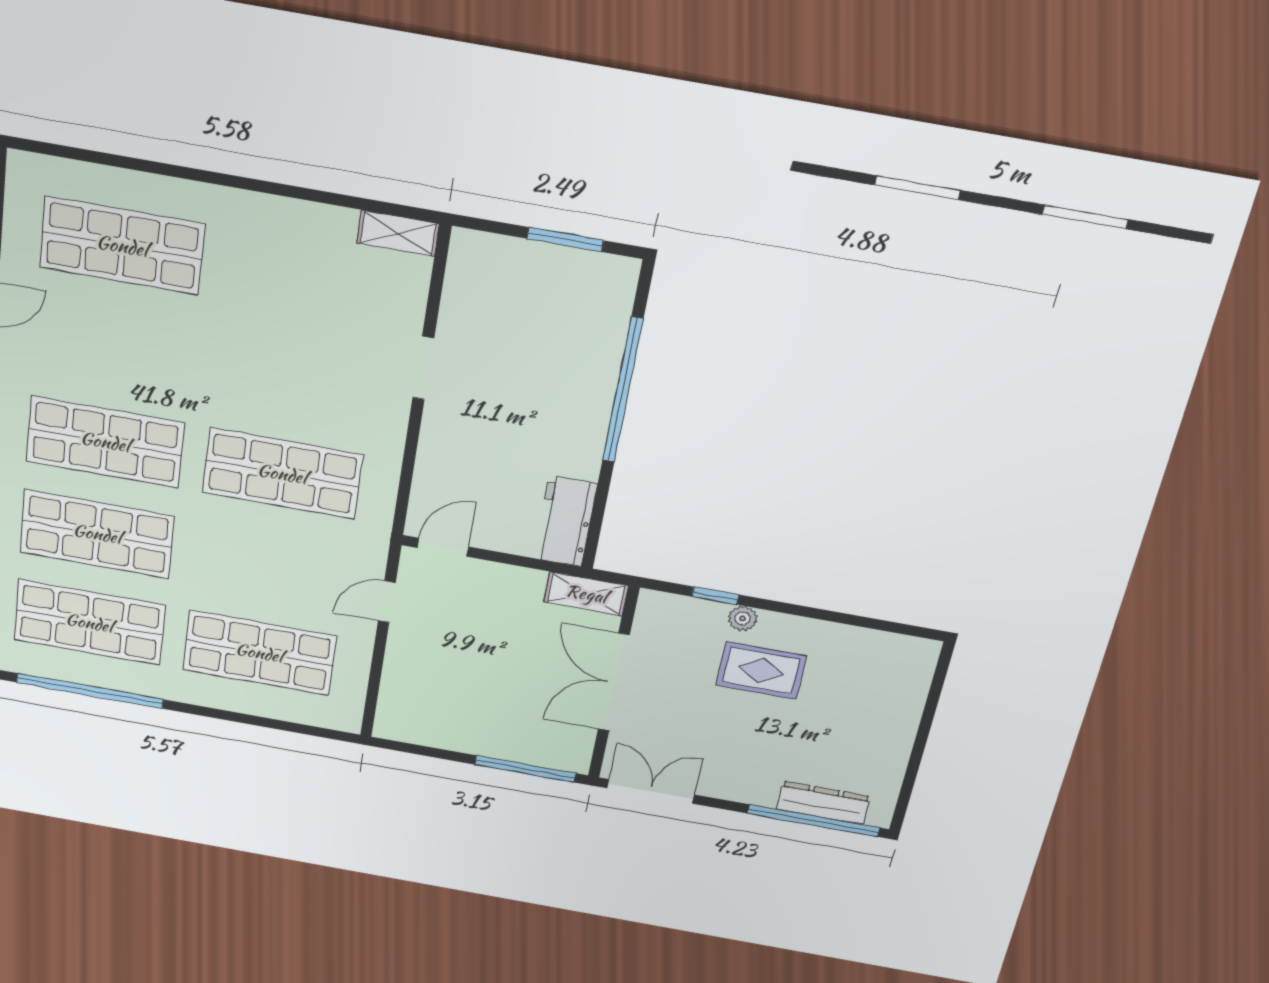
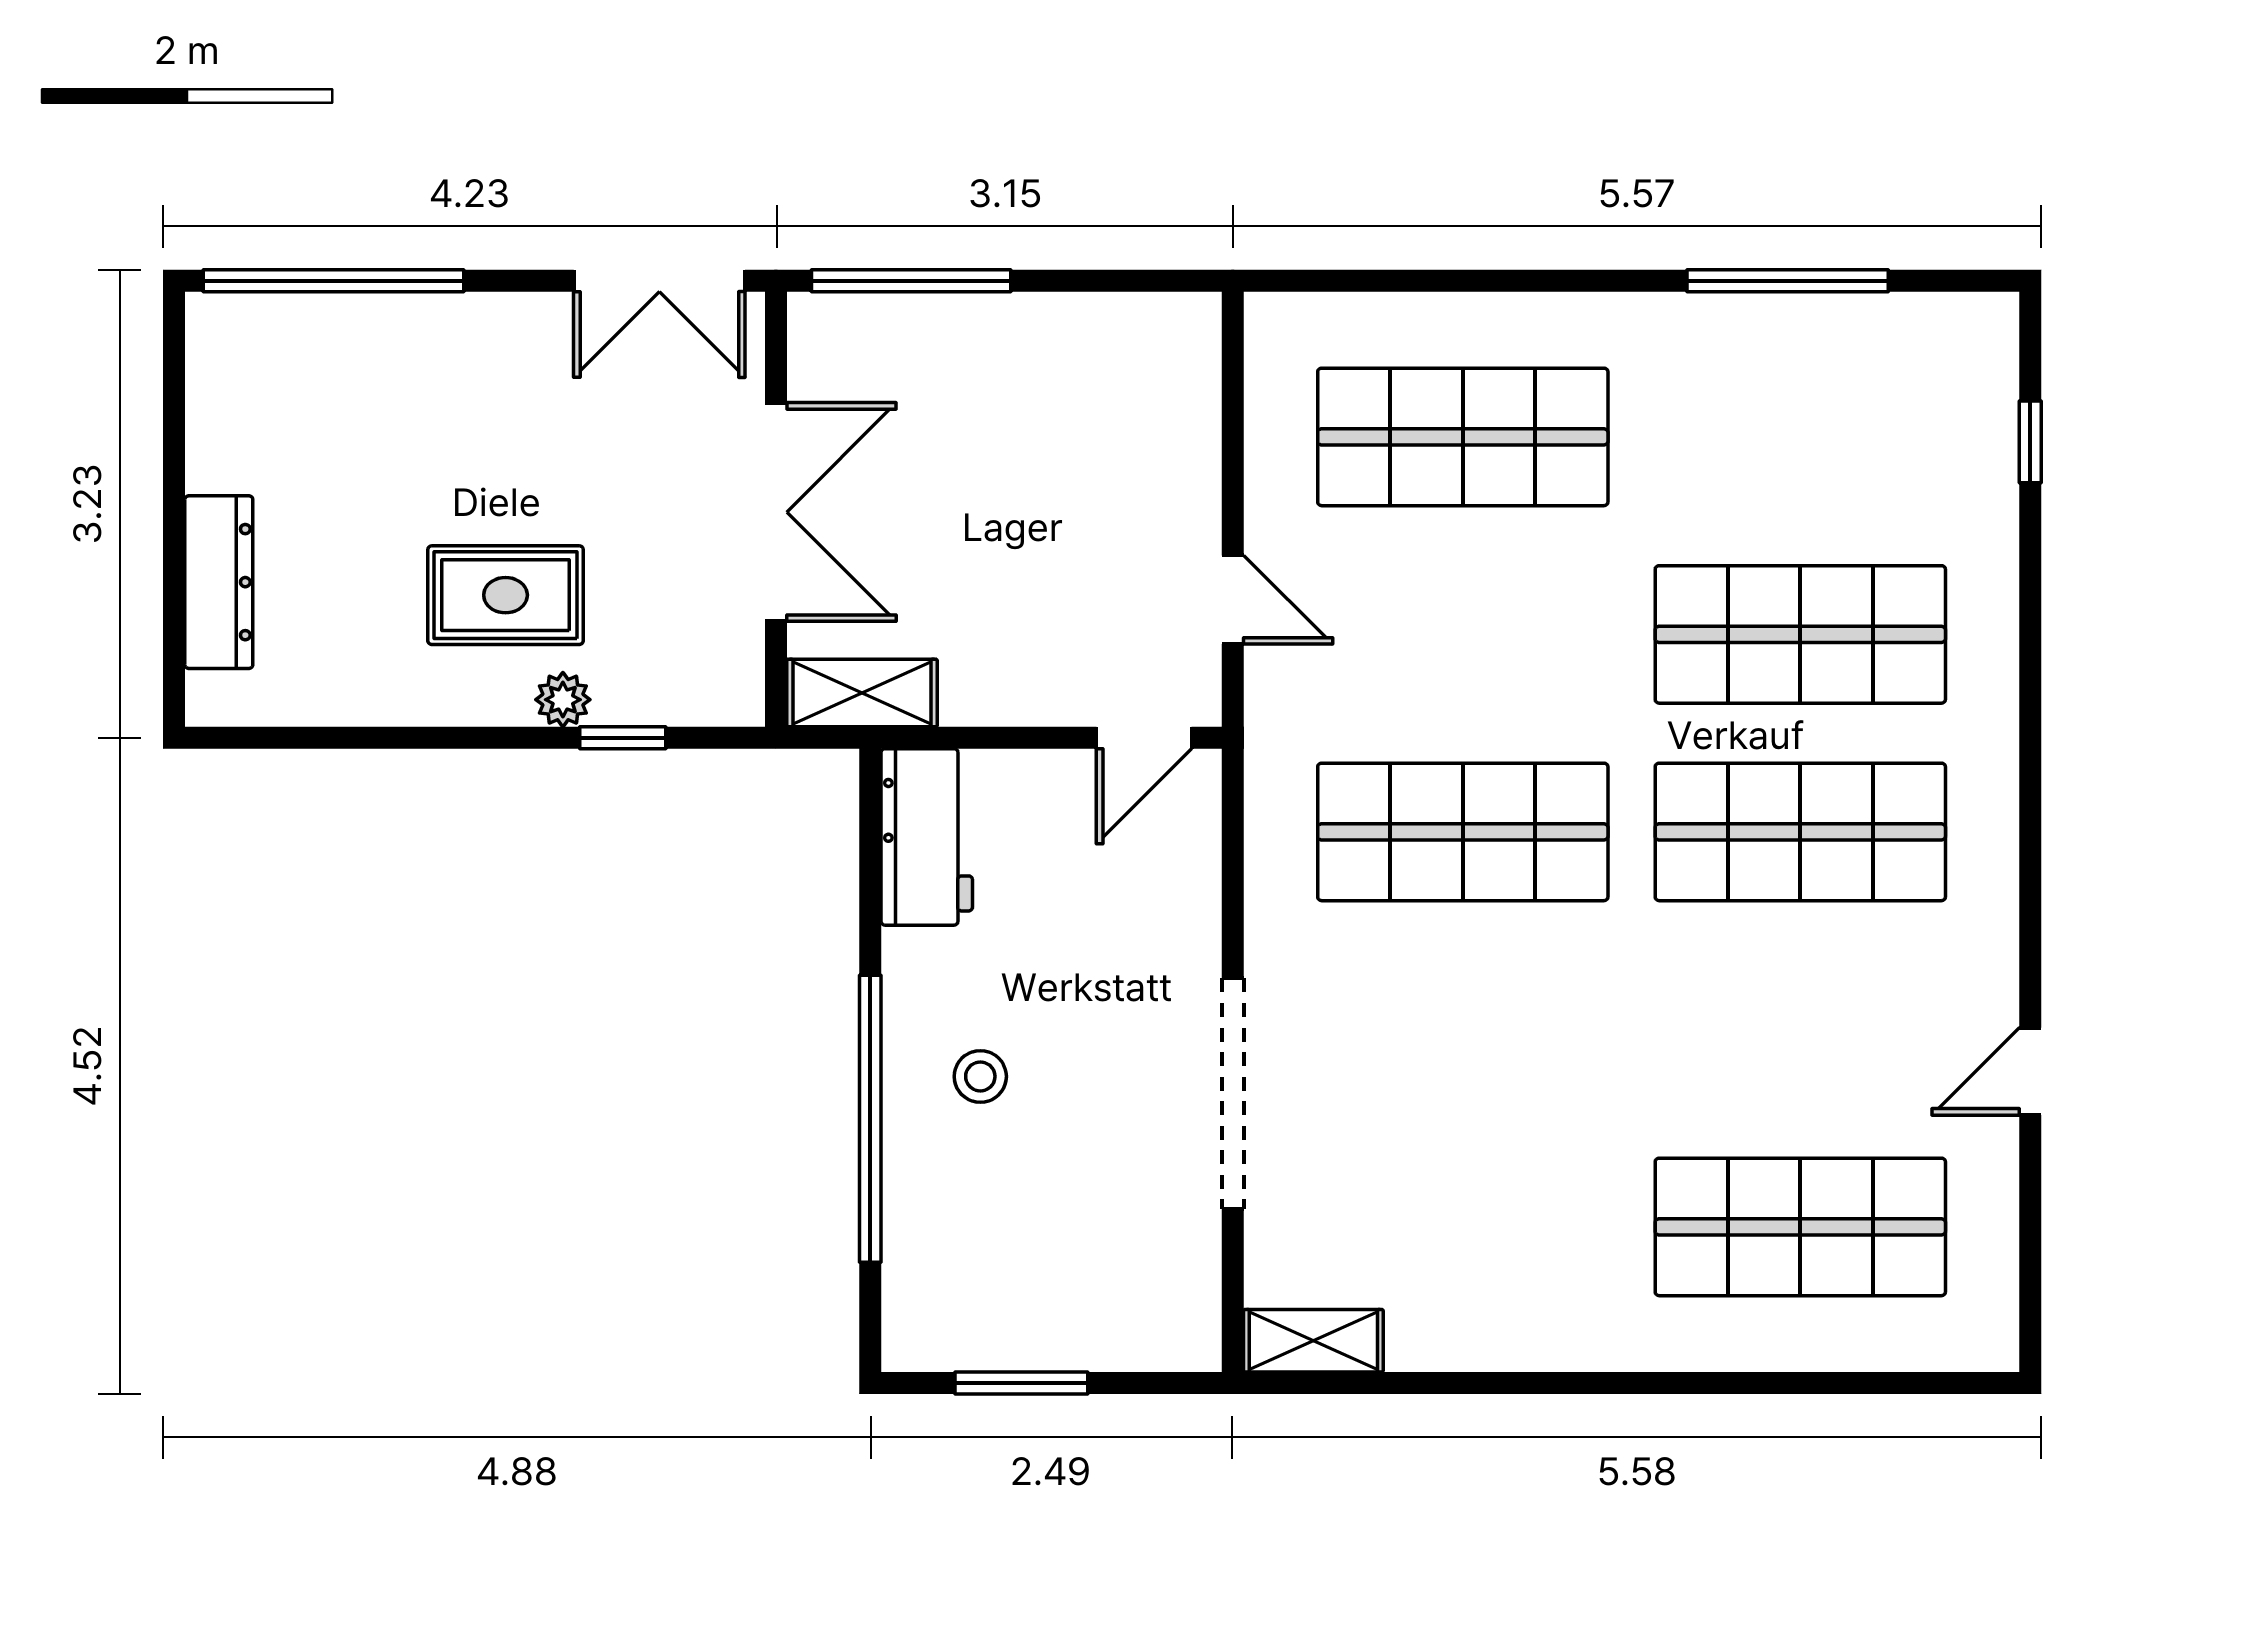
doorway: (423, 368) -> (1233, 1093), width x1.88
stool: (559, 401) -> (980, 1076), added
door: (387, 602) -> (1233, 600), hinge flipped
shop shelf: (89, 623) -> (1800, 437), removed
window: (90, 691) -> (1788, 281), width x0.68
dresser: (823, 803) -> (219, 582), moved, turned -90

